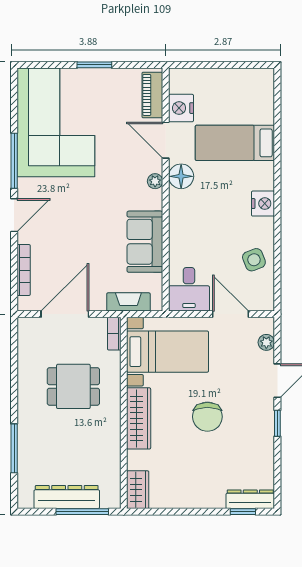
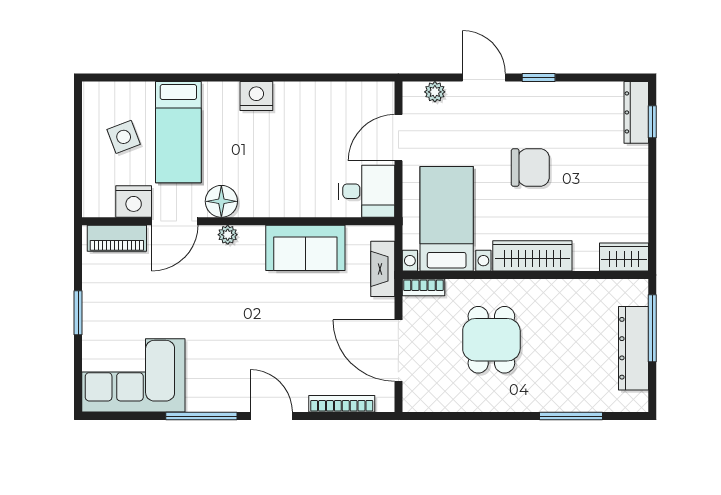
corner sofa: (56, 122) -> (133, 375), width x0.73, depth x0.74
side table: (254, 260) -> (124, 137), moved

